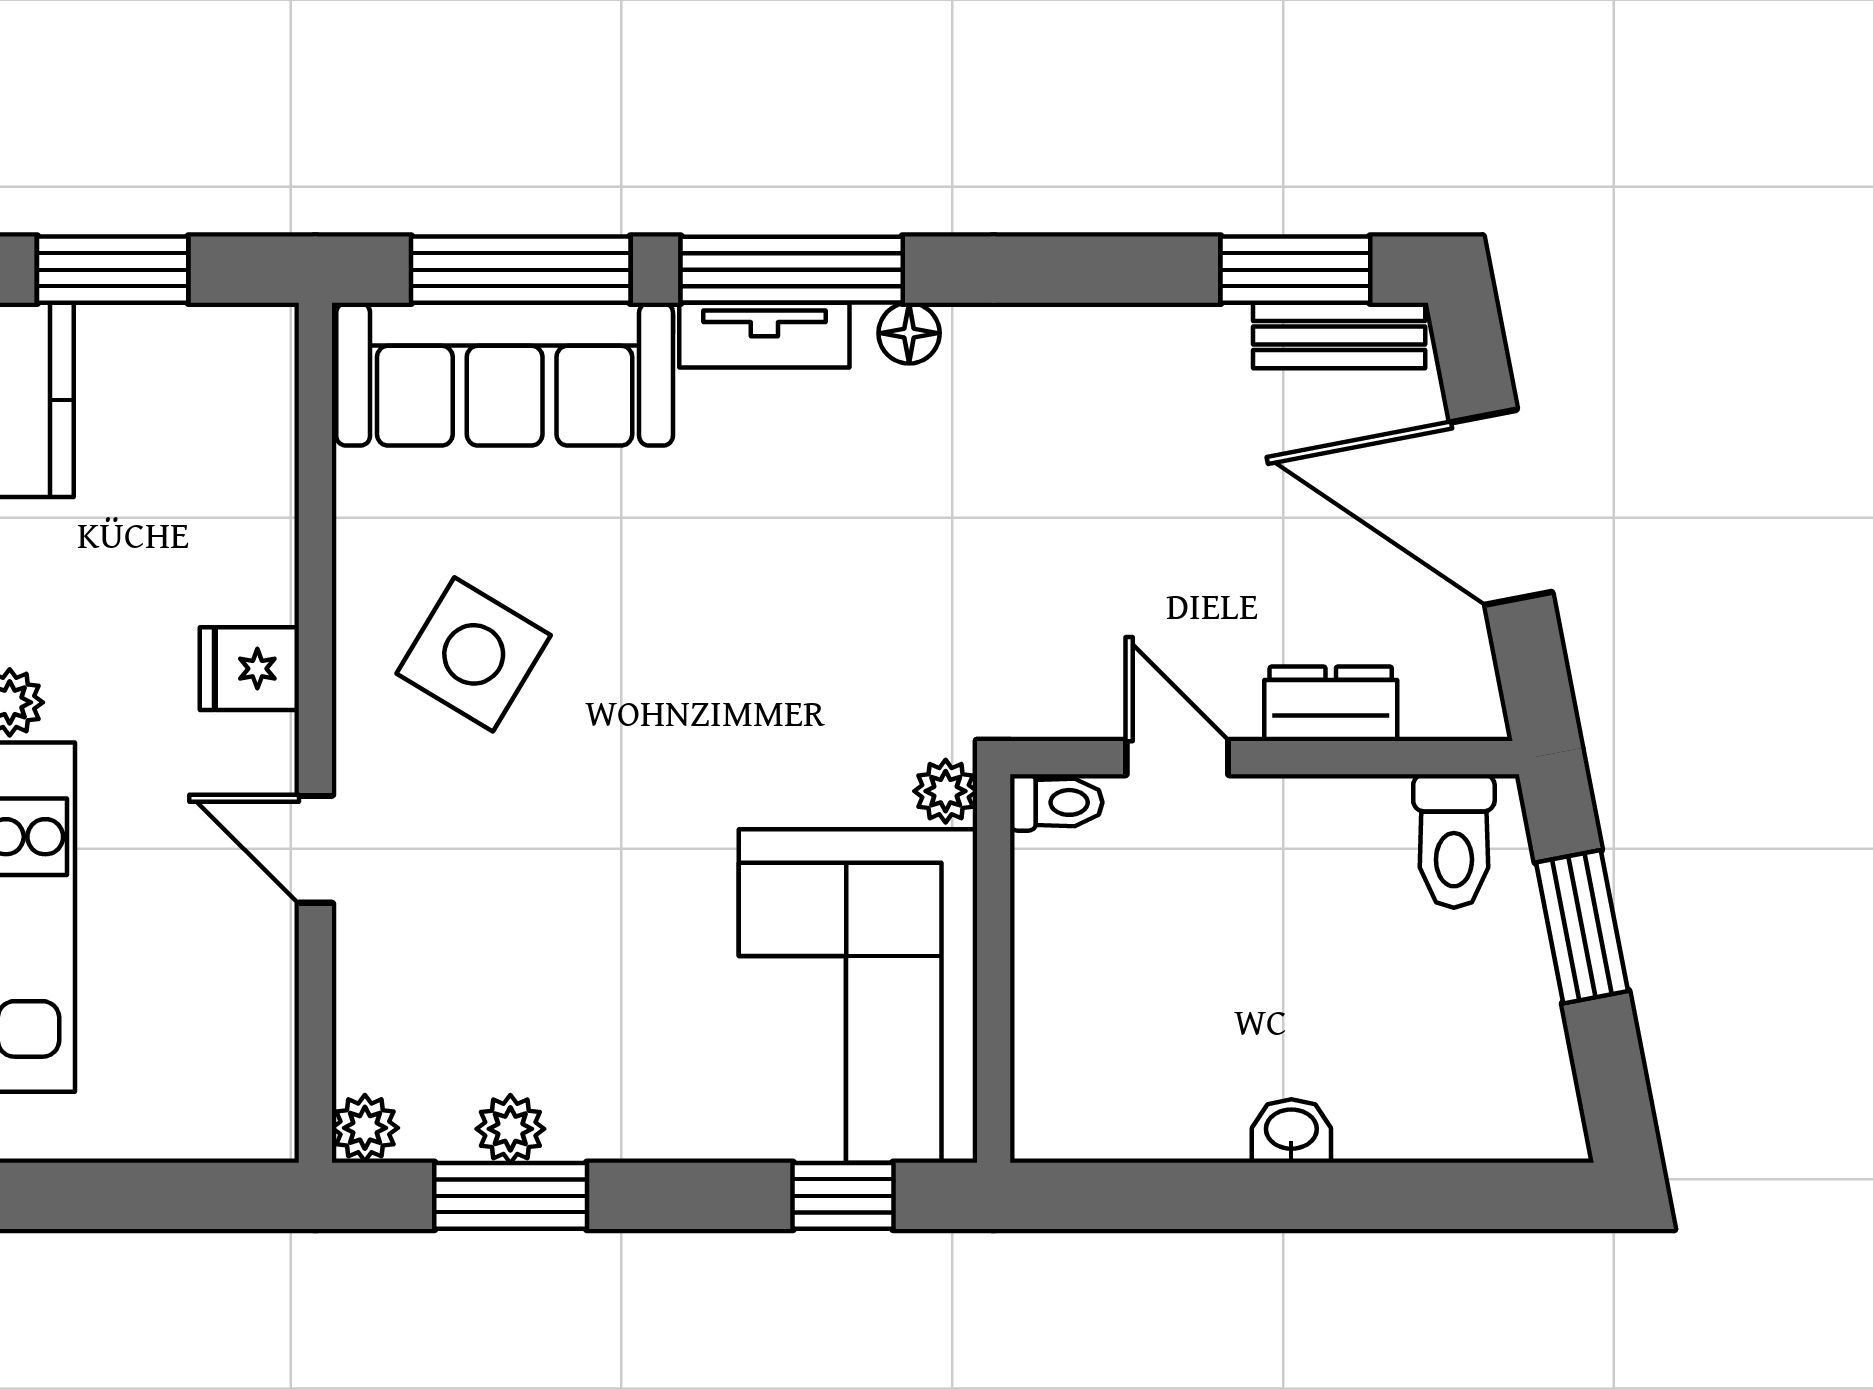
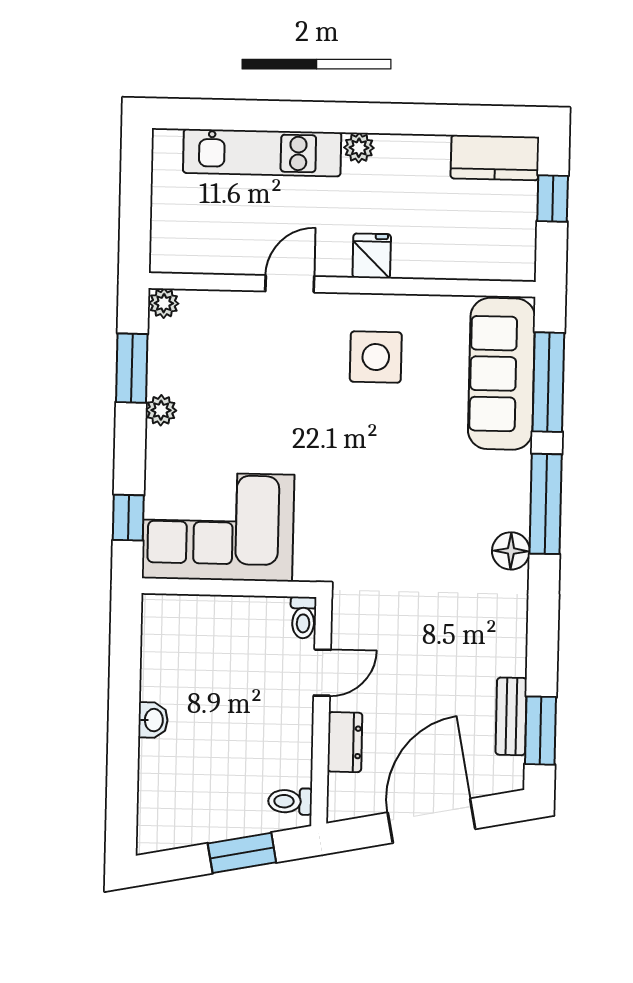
window: (113, 270) -> (553, 198), width x0.67
floor lamp: (909, 333) -> (511, 551), width x1.37, depth x1.37
tv unit: (764, 335) -> (516, 491), removed
bench: (1339, 336) -> (511, 716), moved
side table: (474, 654) -> (376, 357), turned -31
plant: (946, 791) -> (309, 568), removed
toilet: (1454, 841) -> (290, 801), width x0.73, depth x0.72
plant: (510, 1129) -> (161, 410), moved

